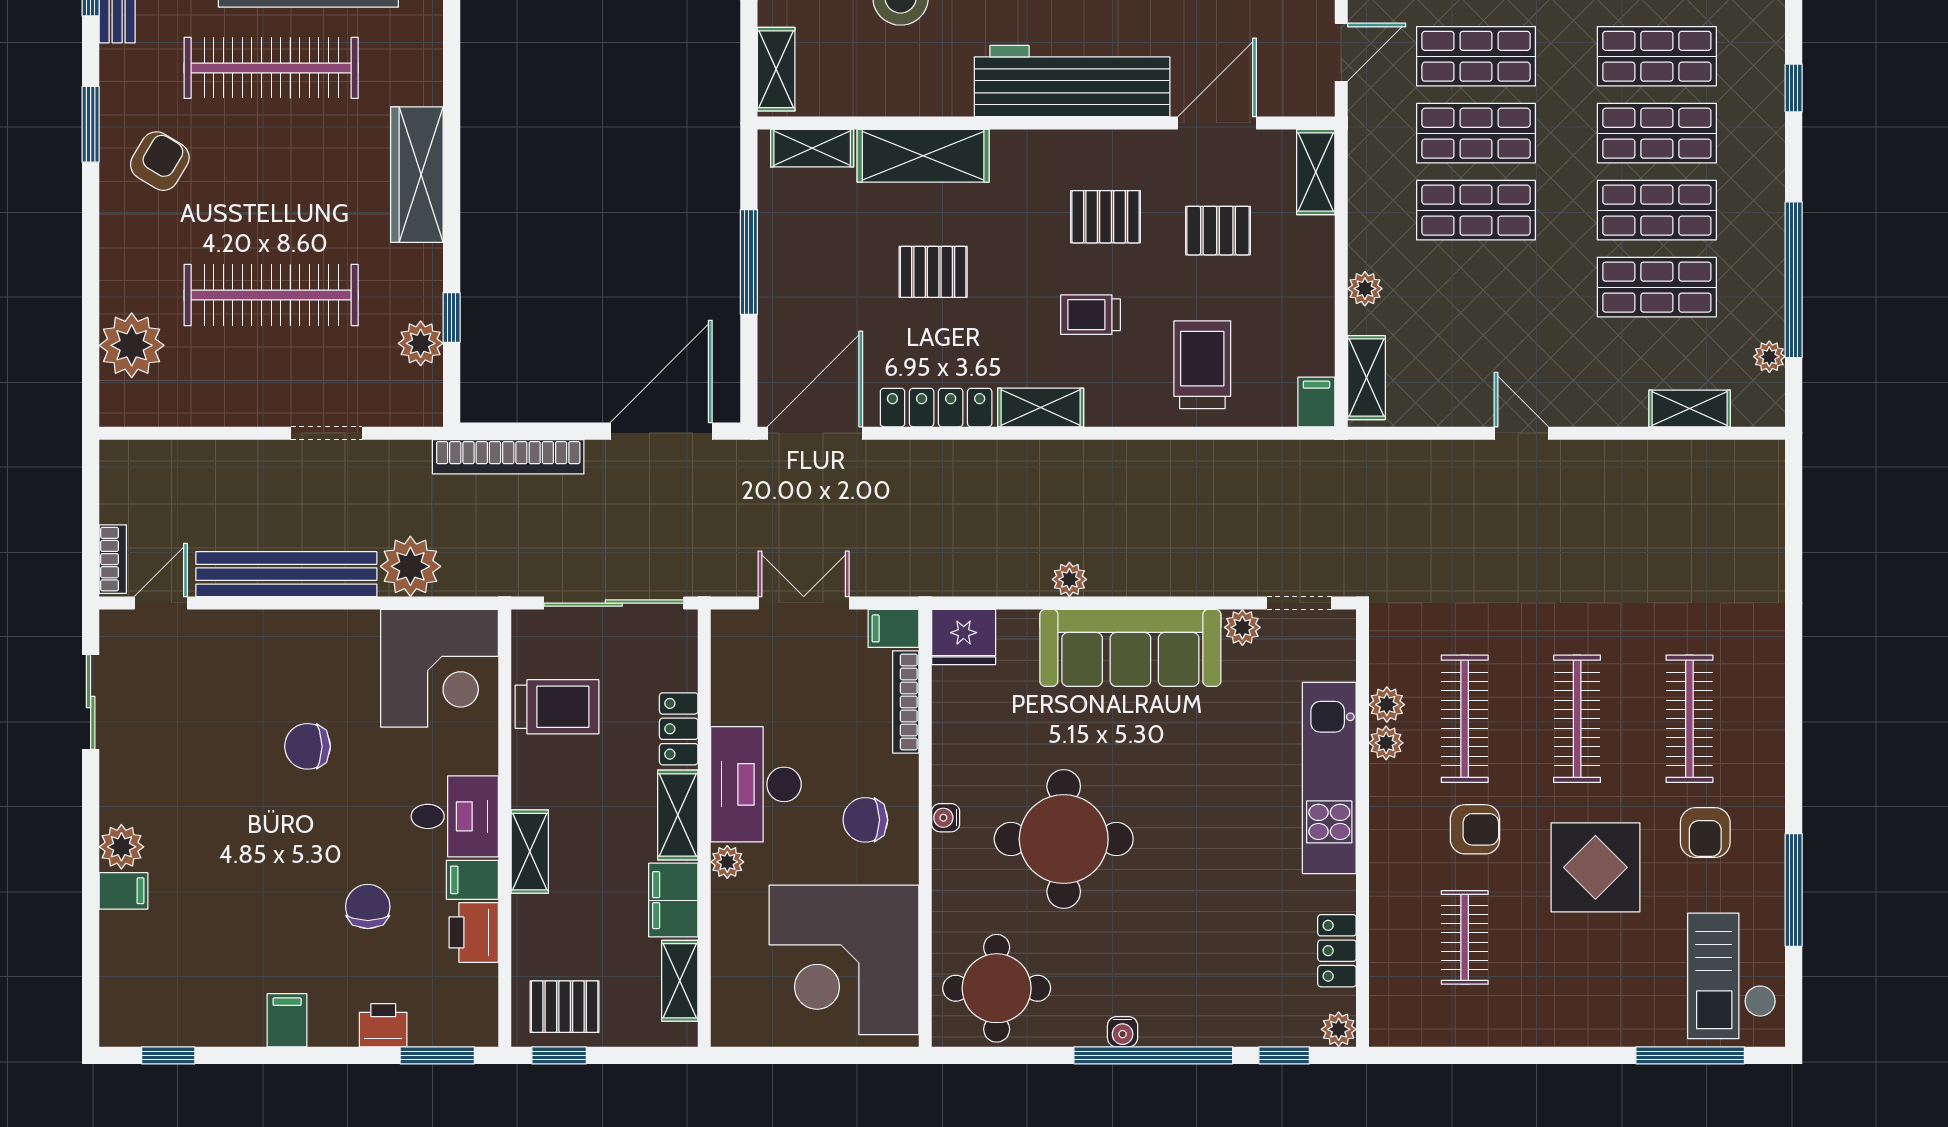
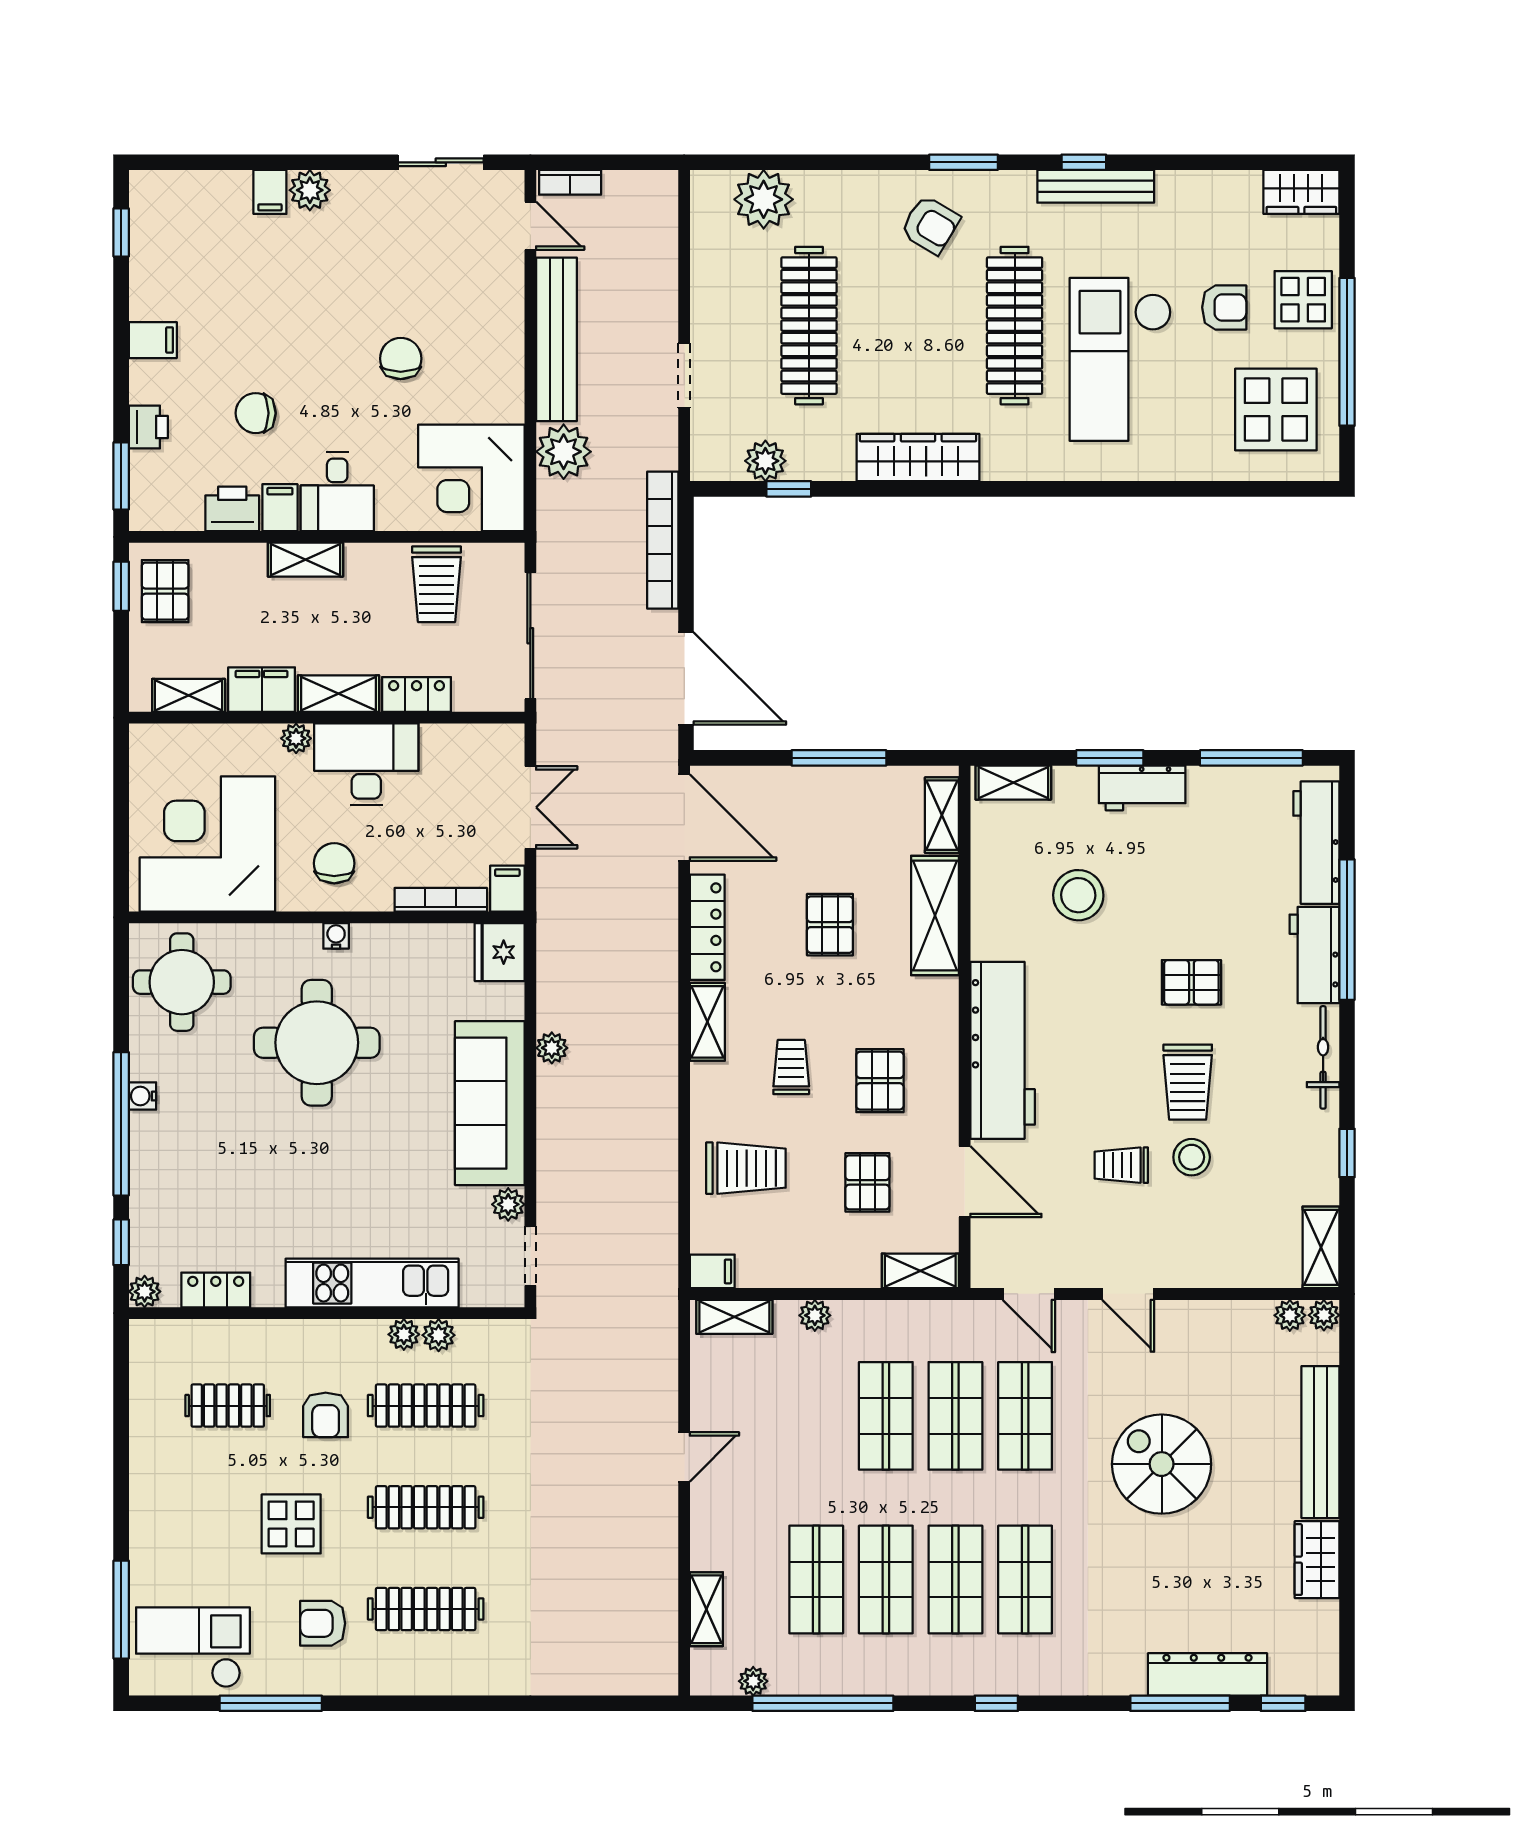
display table: (1595, 867) -> (291, 1524), width x0.73, depth x0.73
chair: (368, 907) -> (256, 413), turned 180

